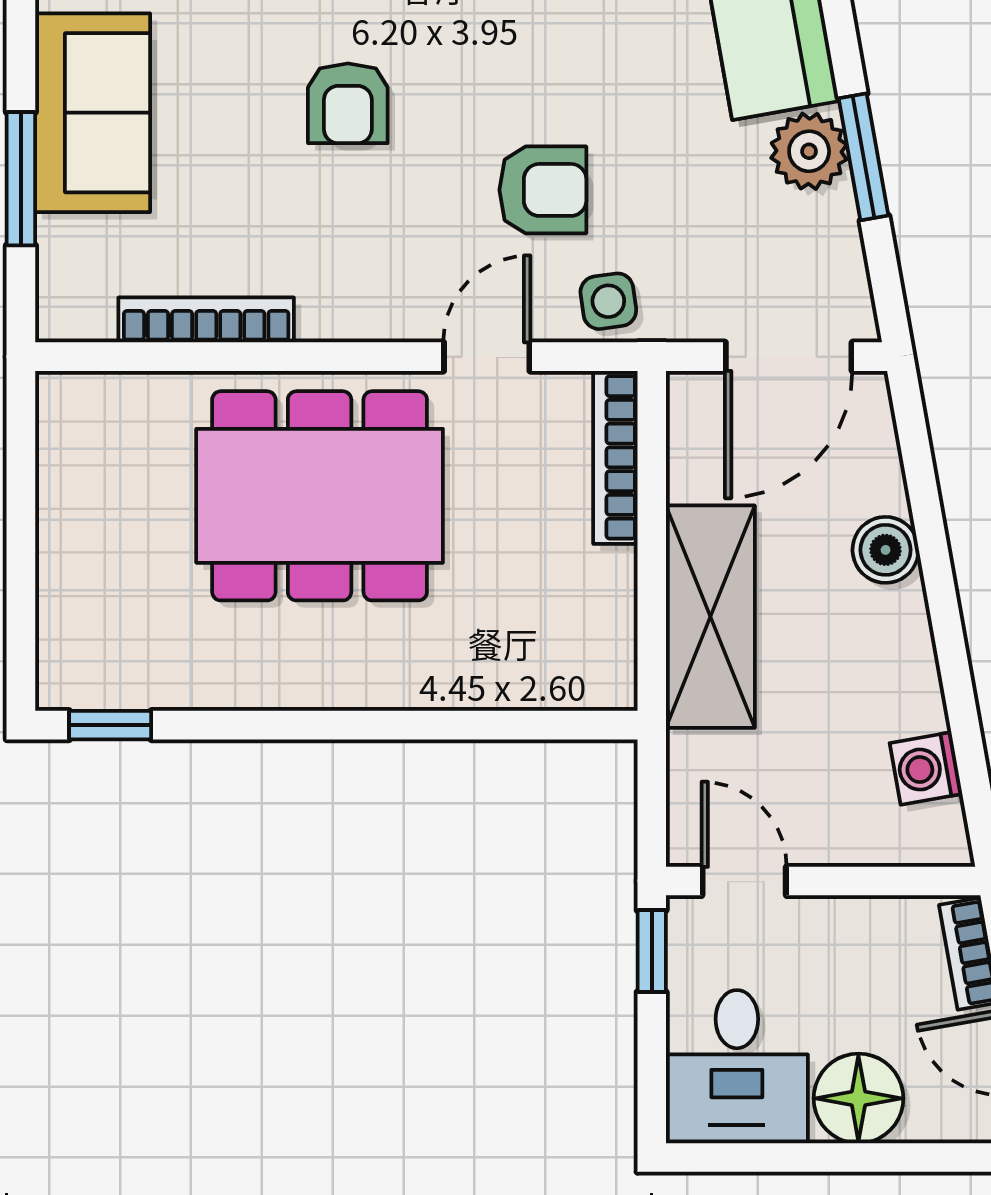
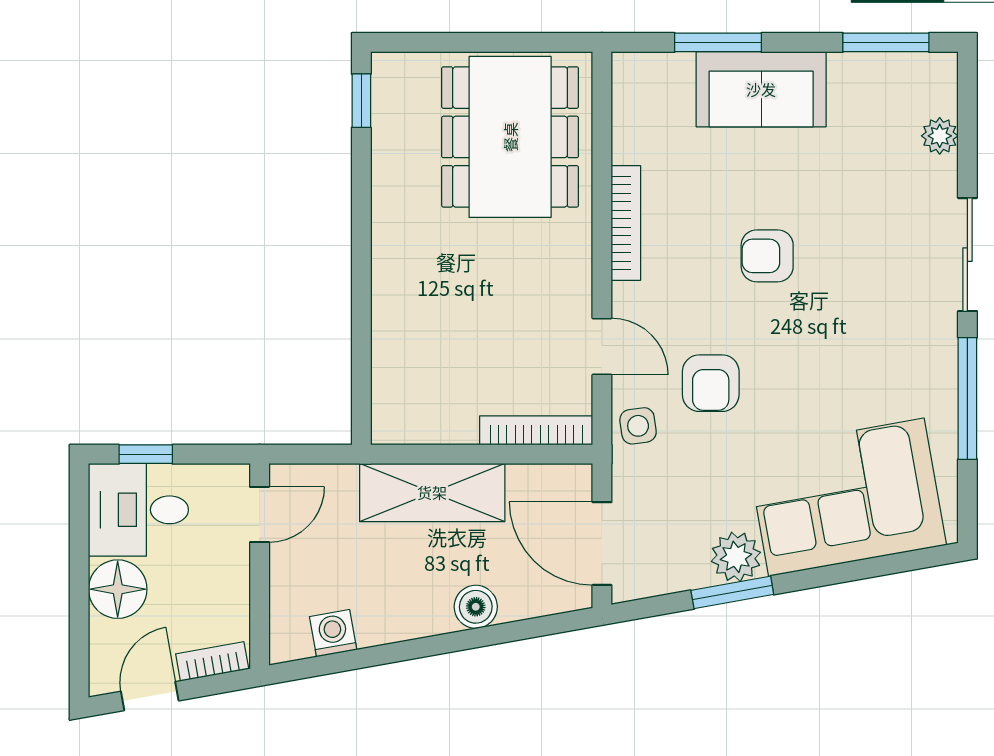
bookcase: (206, 320) -> (626, 223), moved
dining table: (320, 496) -> (510, 137), moved
window: (652, 951) -> (146, 454), moved

